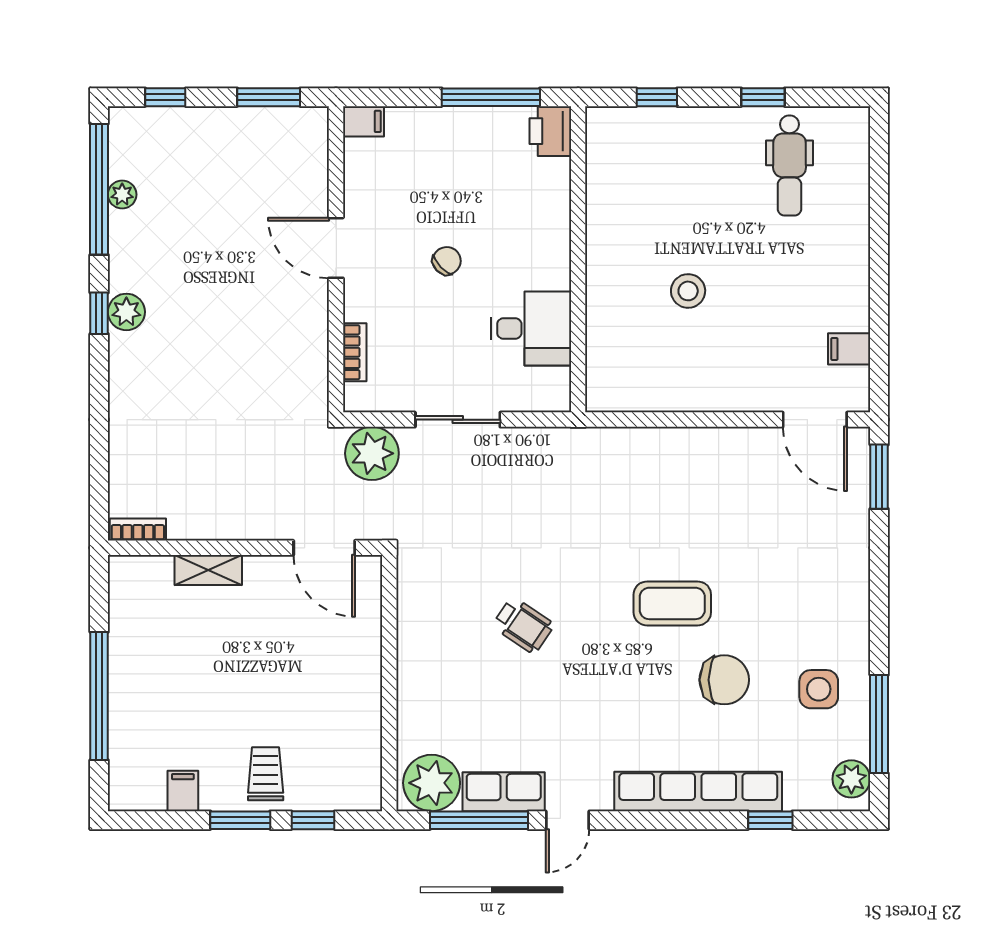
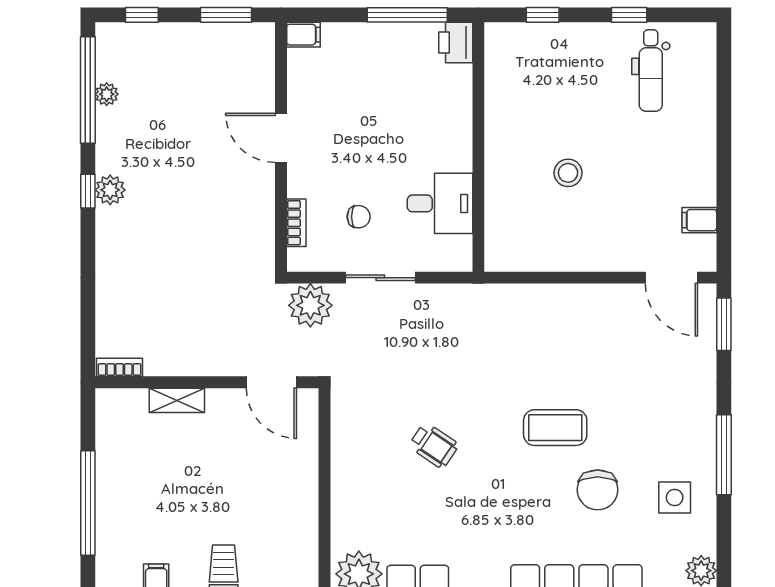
chair: (447, 261) -> (359, 217), moved, turned 44
chair: (724, 680) -> (598, 490), turned 90
window: (879, 724) -> (724, 455), moved

